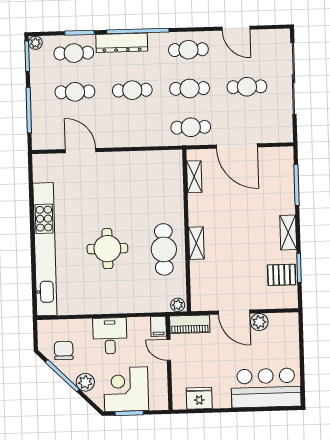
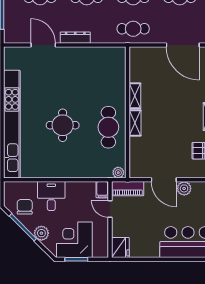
dresser: (120, 140) -> (75, 38), added
door: (237, 146) -> (183, 45), moved
shelving: (194, 177) -> (135, 96), moved
desk: (110, 336) -> (51, 196), moved
fridge: (199, 398) -> (120, 247), moved, turned 90

